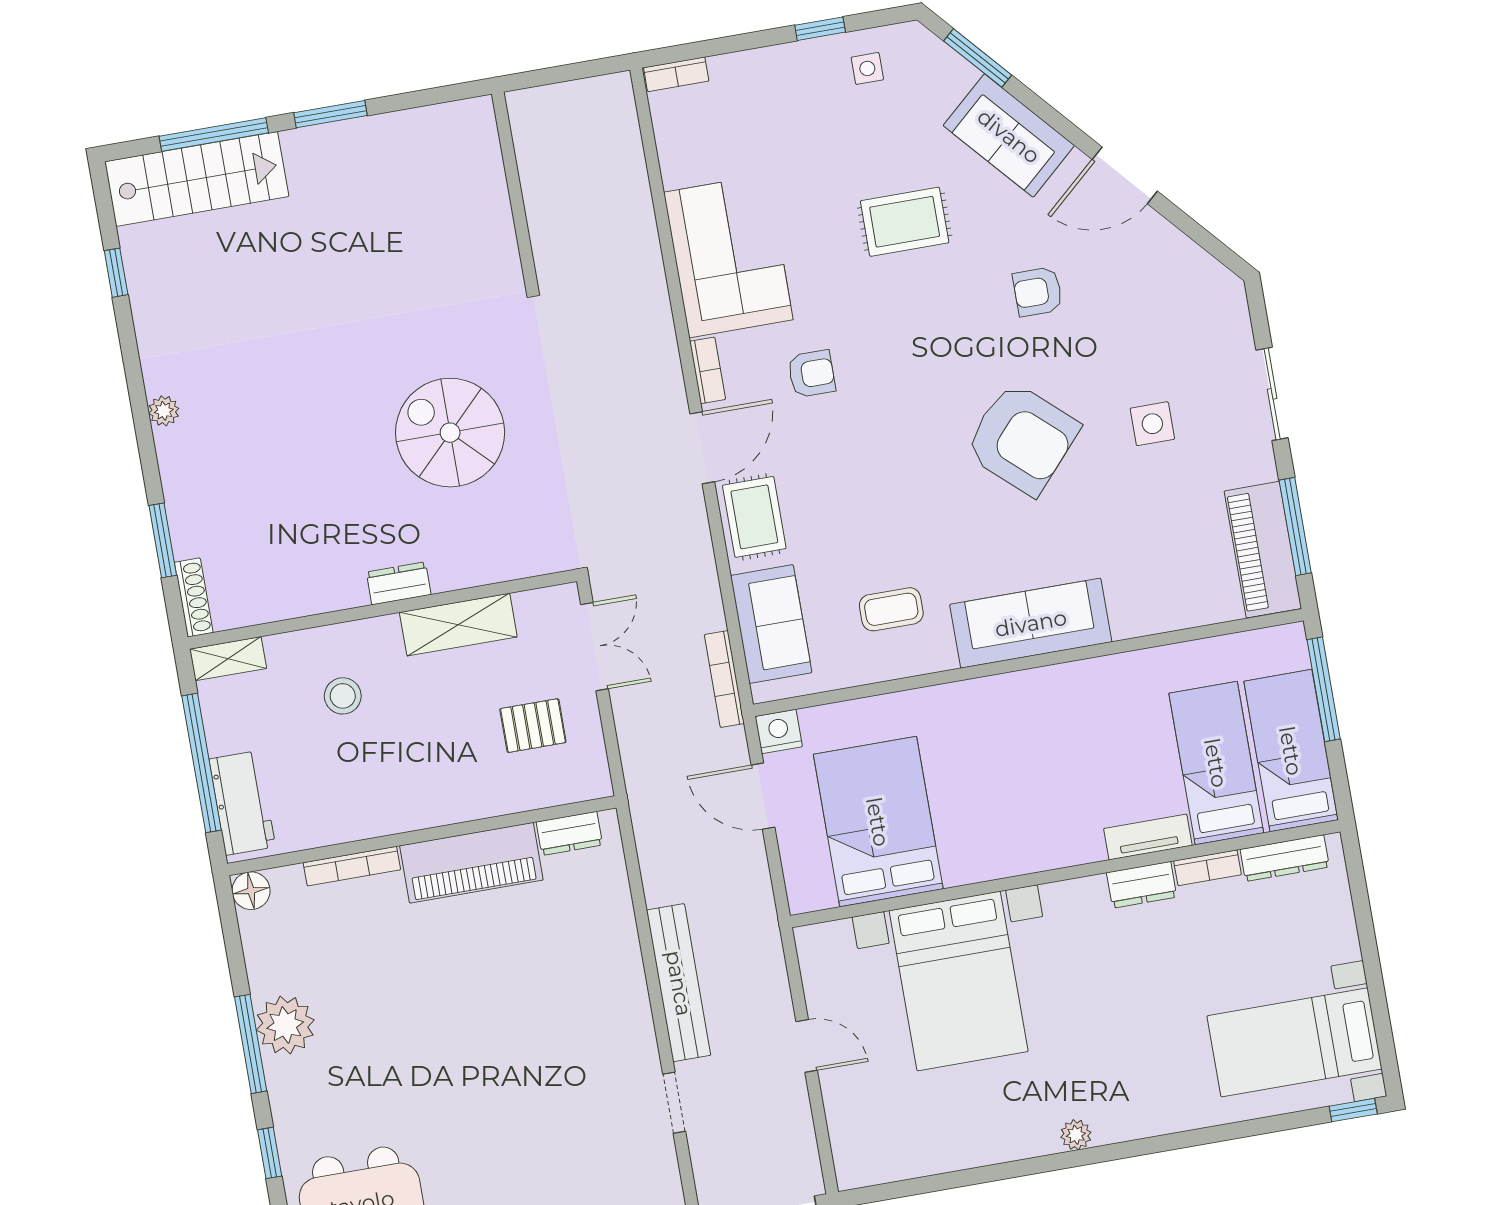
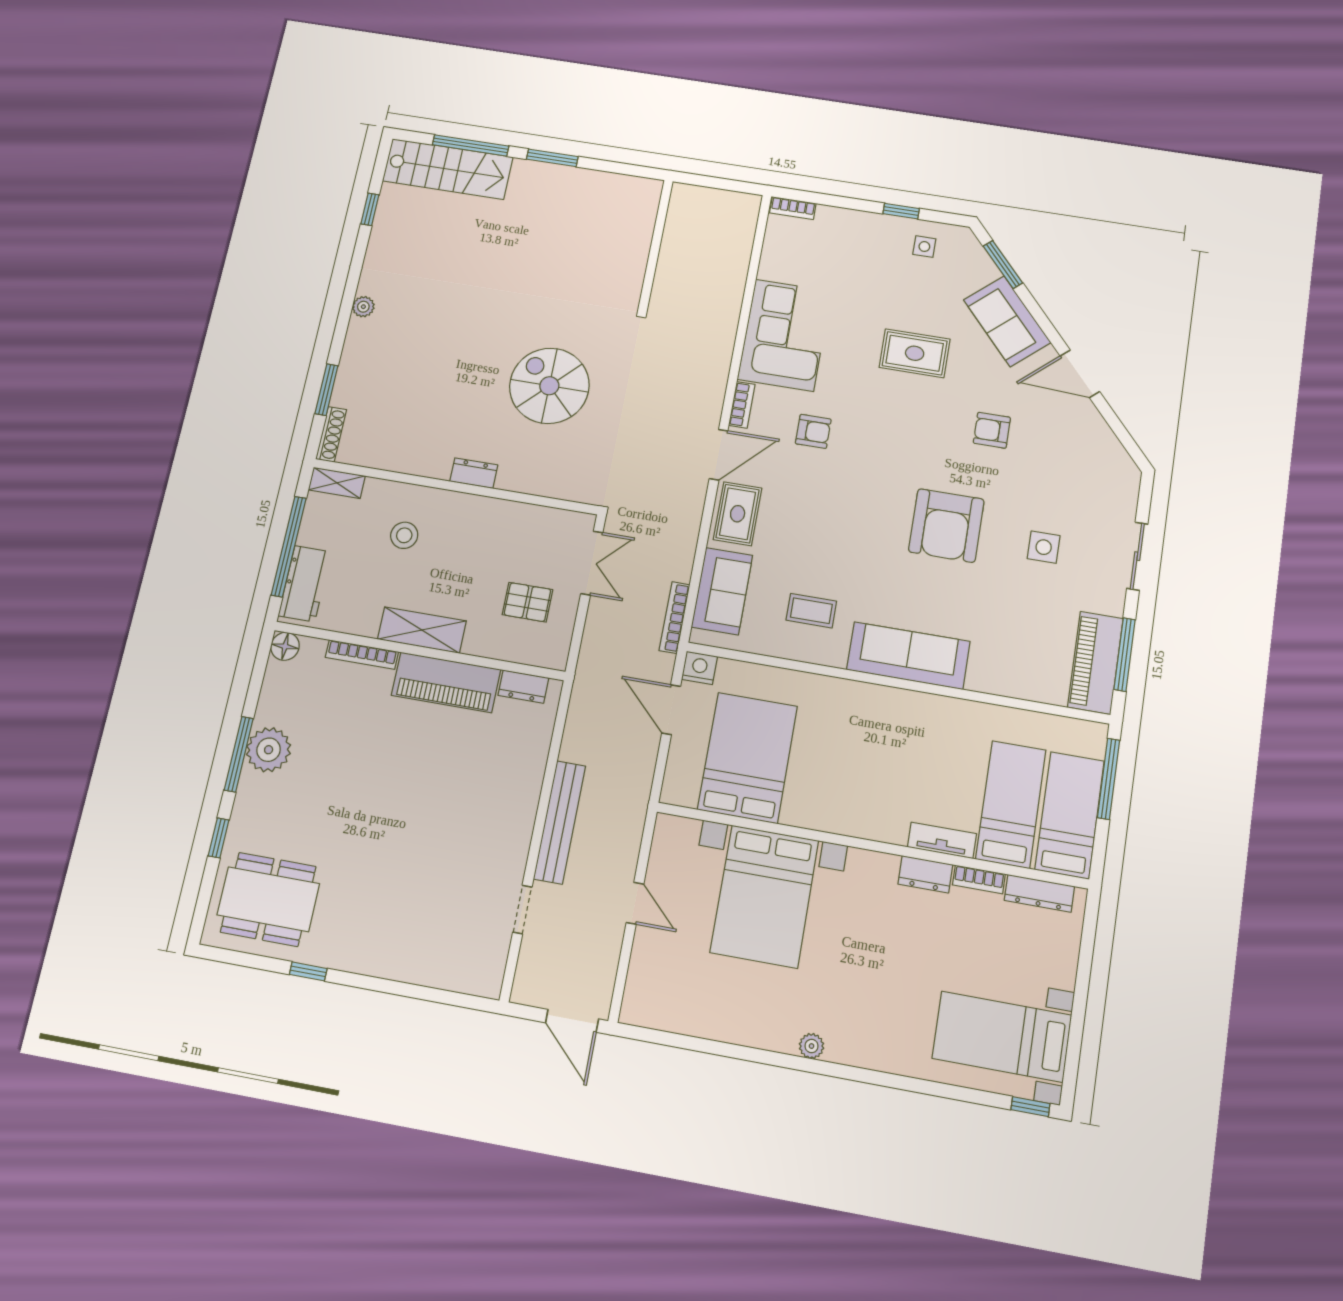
armchair: (1022, 439) -> (946, 525), turned 48
shelving: (458, 625) -> (422, 630), moved

